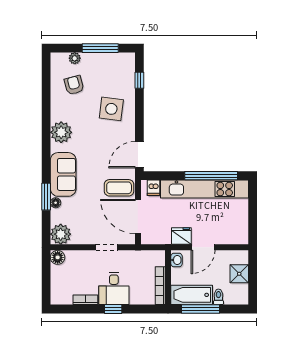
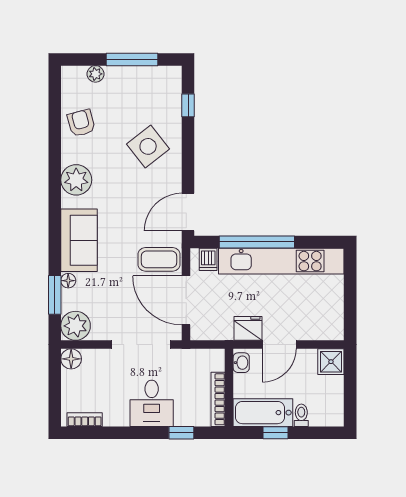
armchair: (74, 85) -> (81, 123), moved
side table: (111, 109) -> (148, 146), turned 45
window: (211, 176) -> (257, 242), moved
window: (46, 197) -> (55, 295), moved
doorway: (106, 247) -> (141, 345), width x1.87
shower: (239, 274) -> (331, 362), moved
bookcase: (85, 300) -> (85, 420), moved
window: (113, 309) -> (181, 433), moved
window: (200, 309) -> (275, 433), width x0.46

